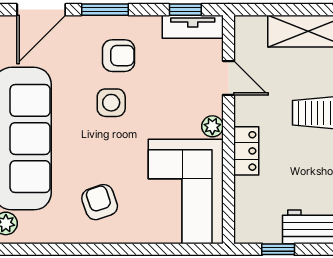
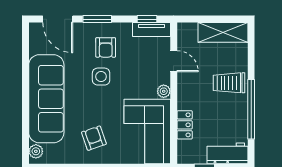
door: (41, 10) -> (58, 19), hinge flipped
armchair: (119, 56) -> (106, 47), turned 90
locker: (246, 151) -> (185, 125), moved

